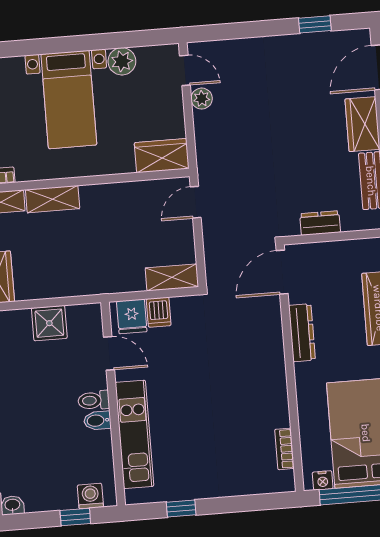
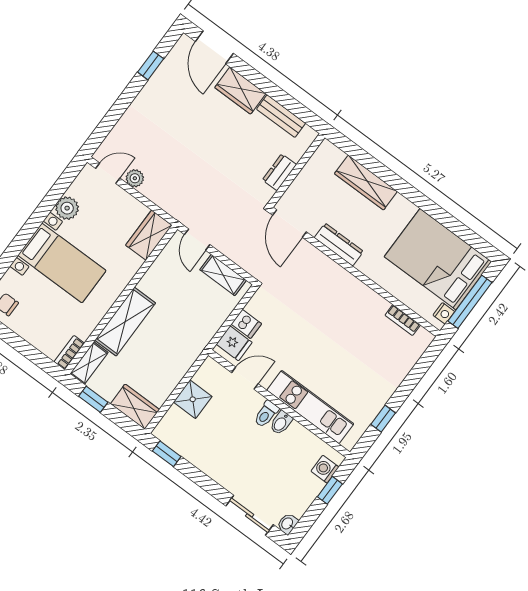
shelving: (53, 199) -> (125, 322), width x1.50, depth x1.33
shelving: (172, 277) -> (223, 275), moved, turned 90

